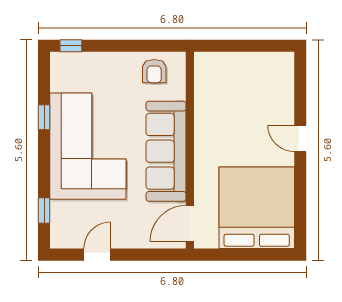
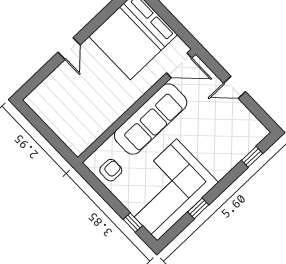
window: (71, 46) -> (133, 223), moved
corner sofa: (88, 146) -> (167, 190), moved
door: (97, 255) -> (235, 87), moved

